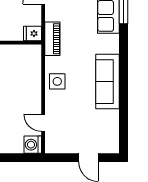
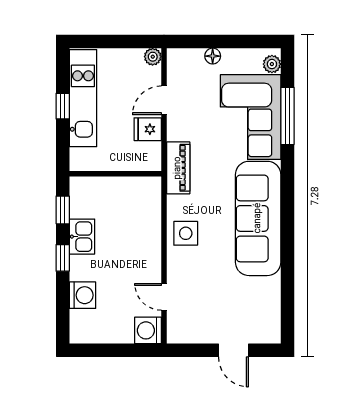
fridge: (32, 33) -> (148, 129), moved
sofa: (108, 82) -> (258, 218), width x1.36, depth x1.27

